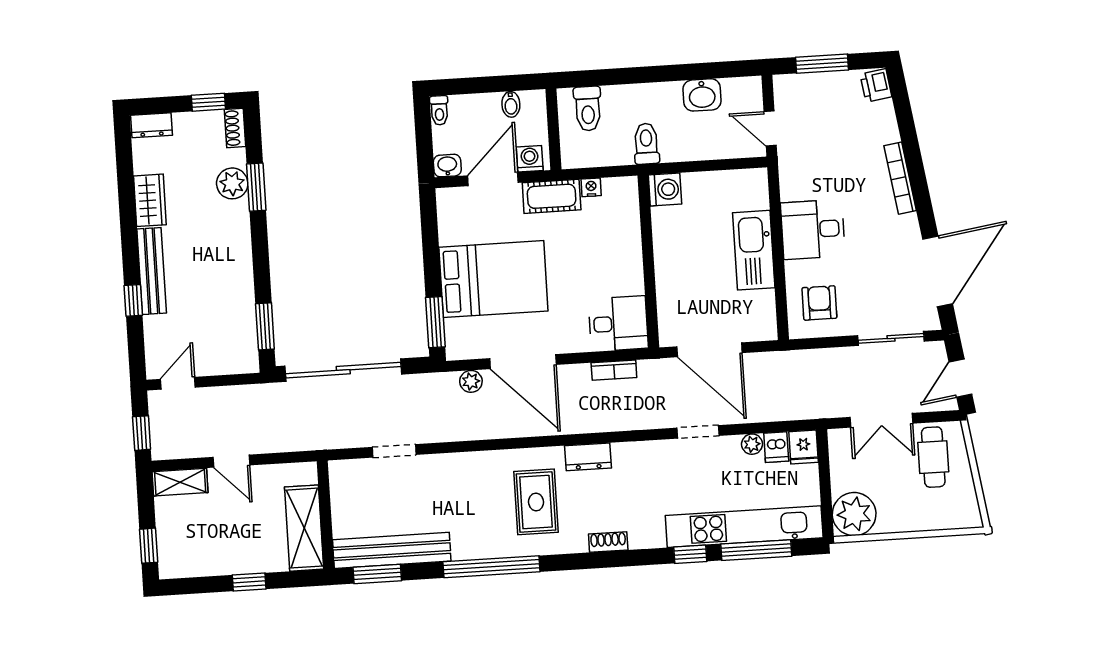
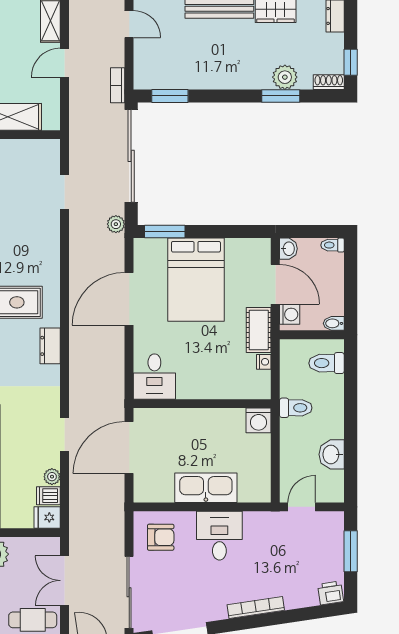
bidet: (511, 104) -> (334, 323), moved
sliding door: (891, 338) -> (129, 592), width x1.37
bookcase: (614, 370) -> (118, 85), moved
plant: (471, 381) -> (116, 224), moved

